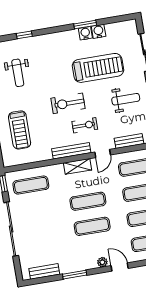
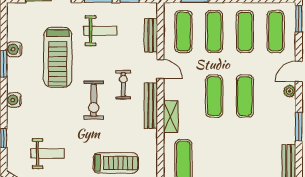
water cooler: (85, 33) -> (14, 100), moved
treadmill: (98, 68) -> (58, 57), turned 180
weight bench: (126, 99) -> (100, 31), turned 90
shelving: (78, 166) -> (171, 117), moved

